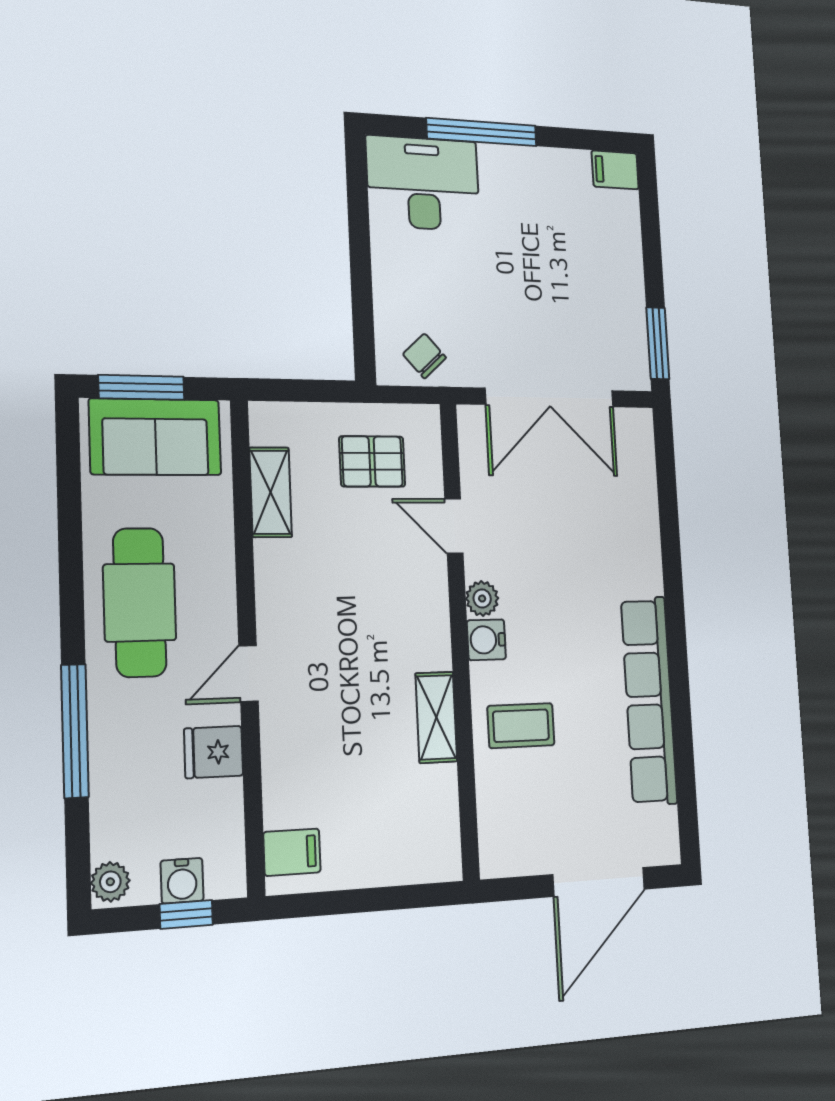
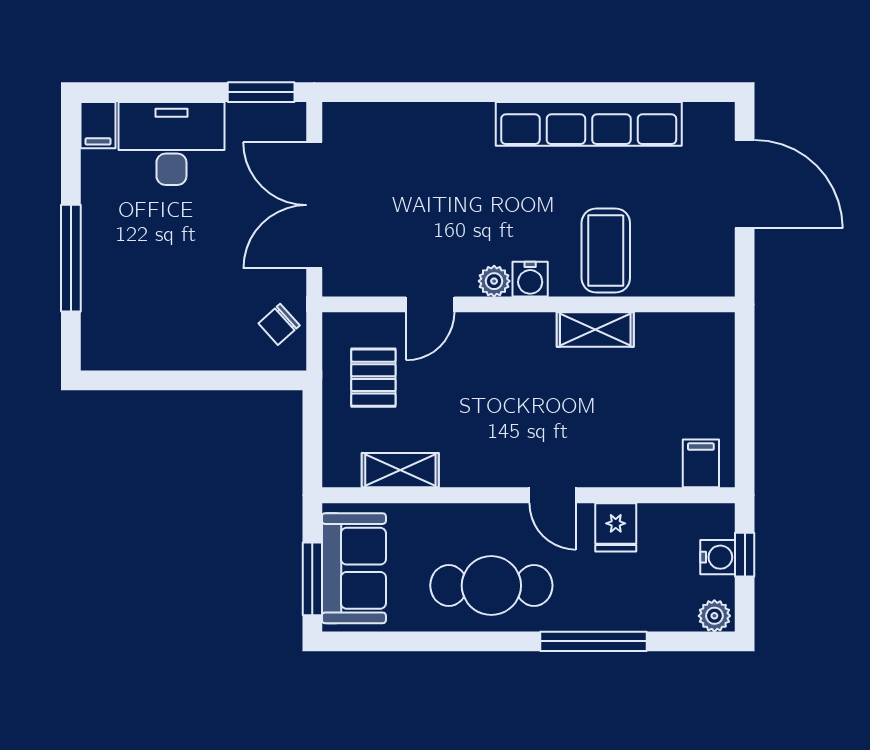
desk: (423, 183) -> (171, 143), moved, turned 90
double door: (550, 398) -> (314, 205), swing flipped
coffee table: (521, 726) -> (606, 251), width x1.36, depth x1.30

